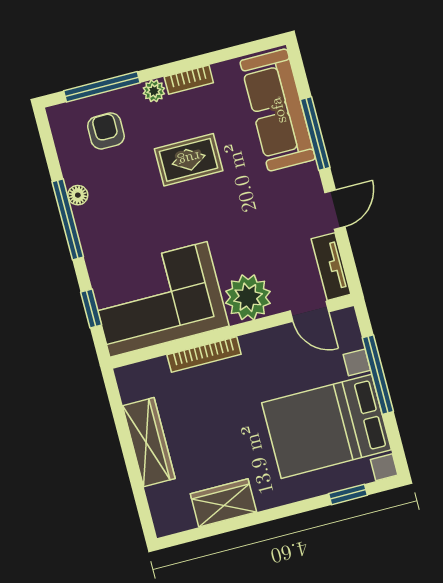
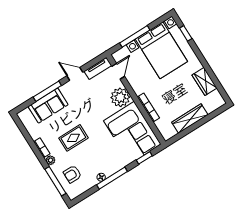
sofa: (278, 110) -> (48, 106), width x0.73
rug: (189, 160) -> (73, 138), turned 90

